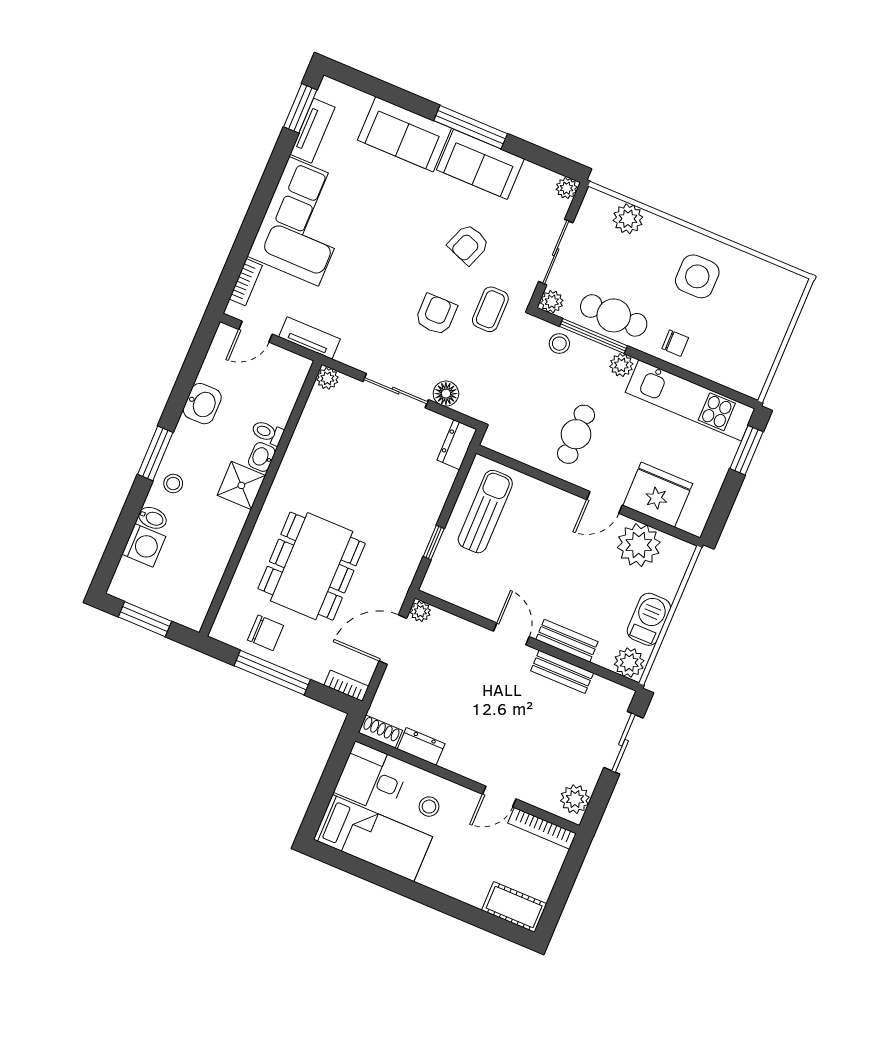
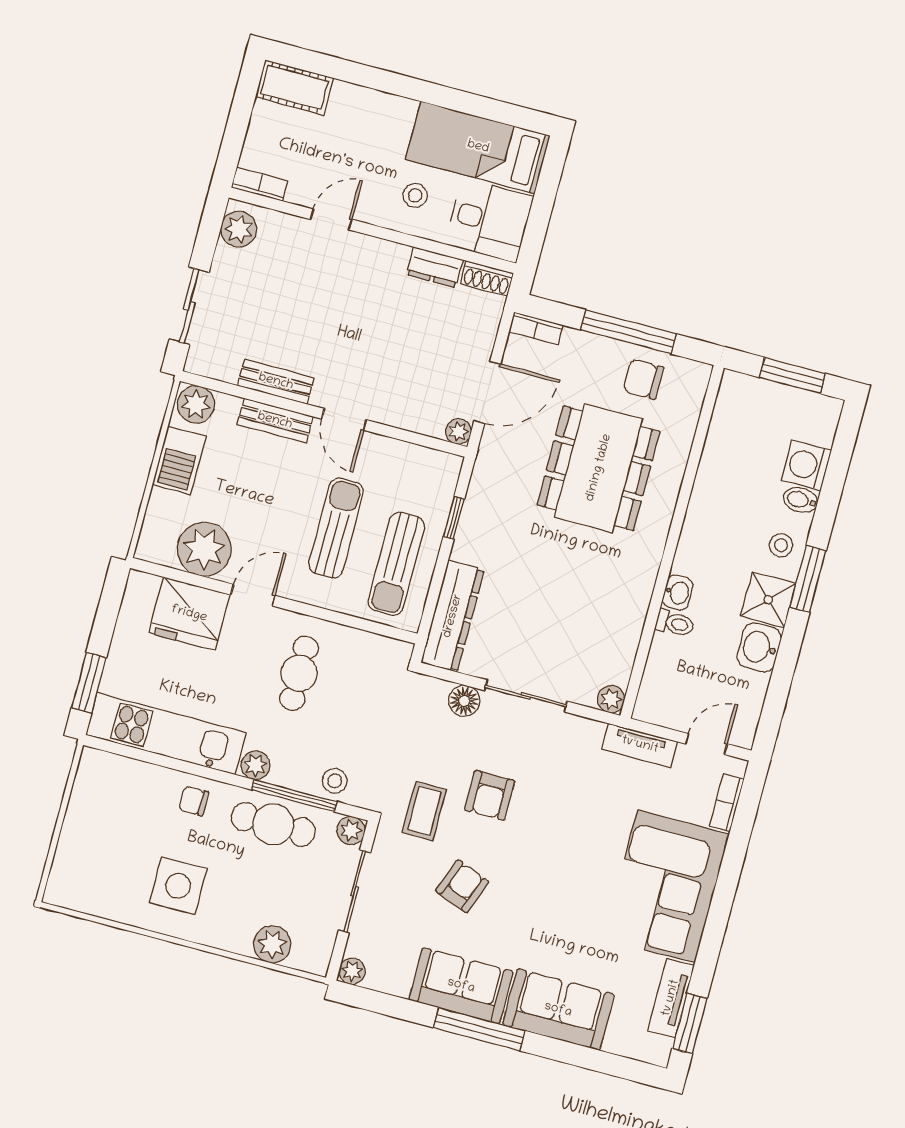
dresser: (457, 445) -> (453, 616), width x1.96, depth x1.24
shower: (241, 485) -> (768, 600), moved
sun lounger: (530, 547) -> (336, 528), added
bookcase: (542, 828) -> (259, 184), width x0.64

